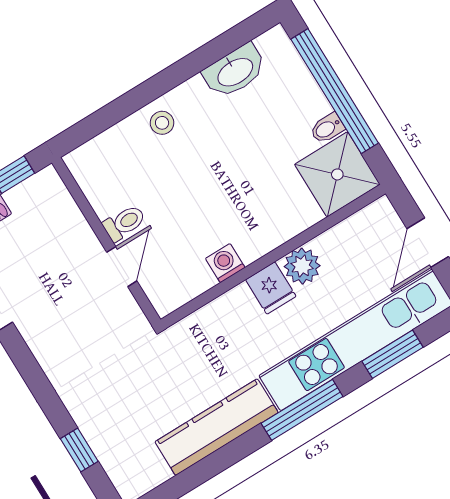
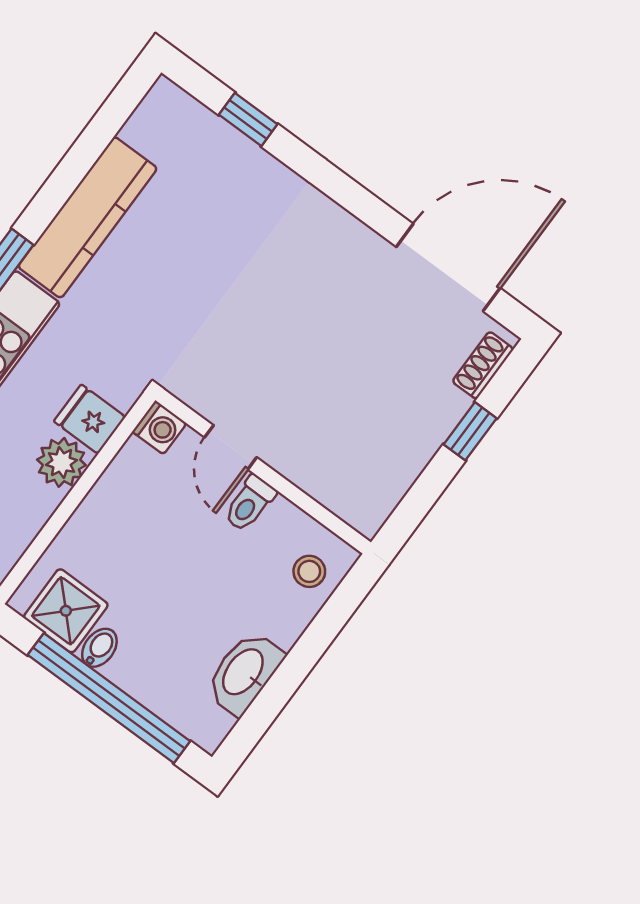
shower: (337, 174) -> (66, 611), width x0.73, depth x0.73
toilet: (124, 223) -> (250, 503), moved
wall: (106, 241) -> (263, 471), moved
door: (122, 267) -> (231, 447), moved

